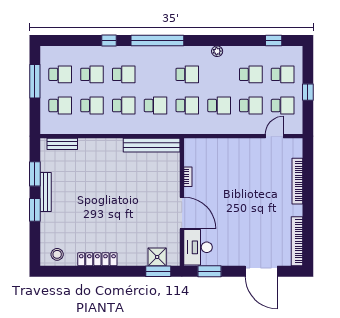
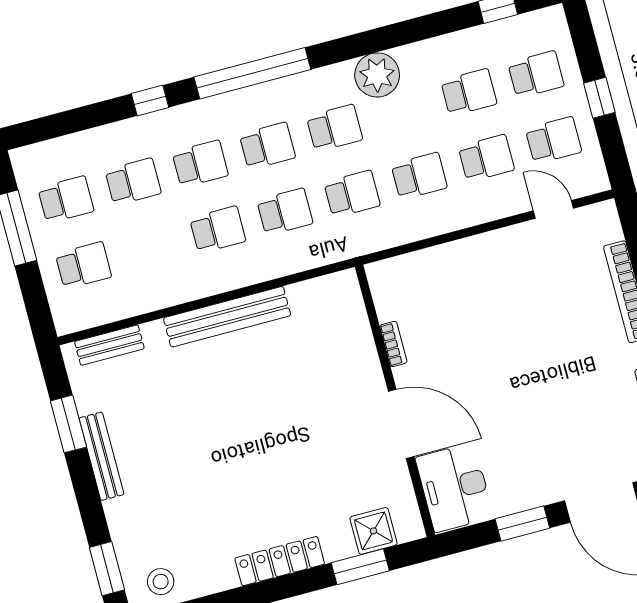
plant: (217, 51) -> (377, 75), width x1.88, depth x1.88
school desk: (92, 106) -> (267, 146), moved
door: (274, 136) -> (553, 209), hinge flipped
bench: (152, 145) -> (227, 317), moved
window: (35, 210) -> (107, 569), moved
locker: (97, 259) -> (280, 561), moved
window: (158, 271) -> (360, 567), moved
window: (209, 271) -> (522, 524), moved

